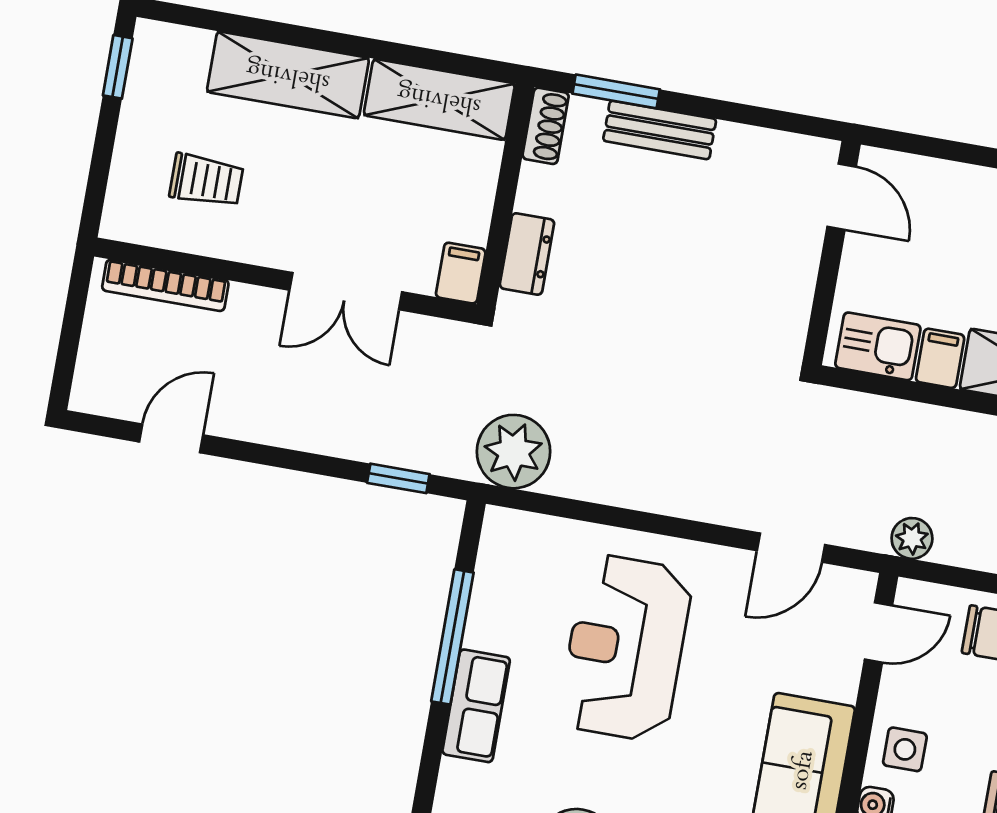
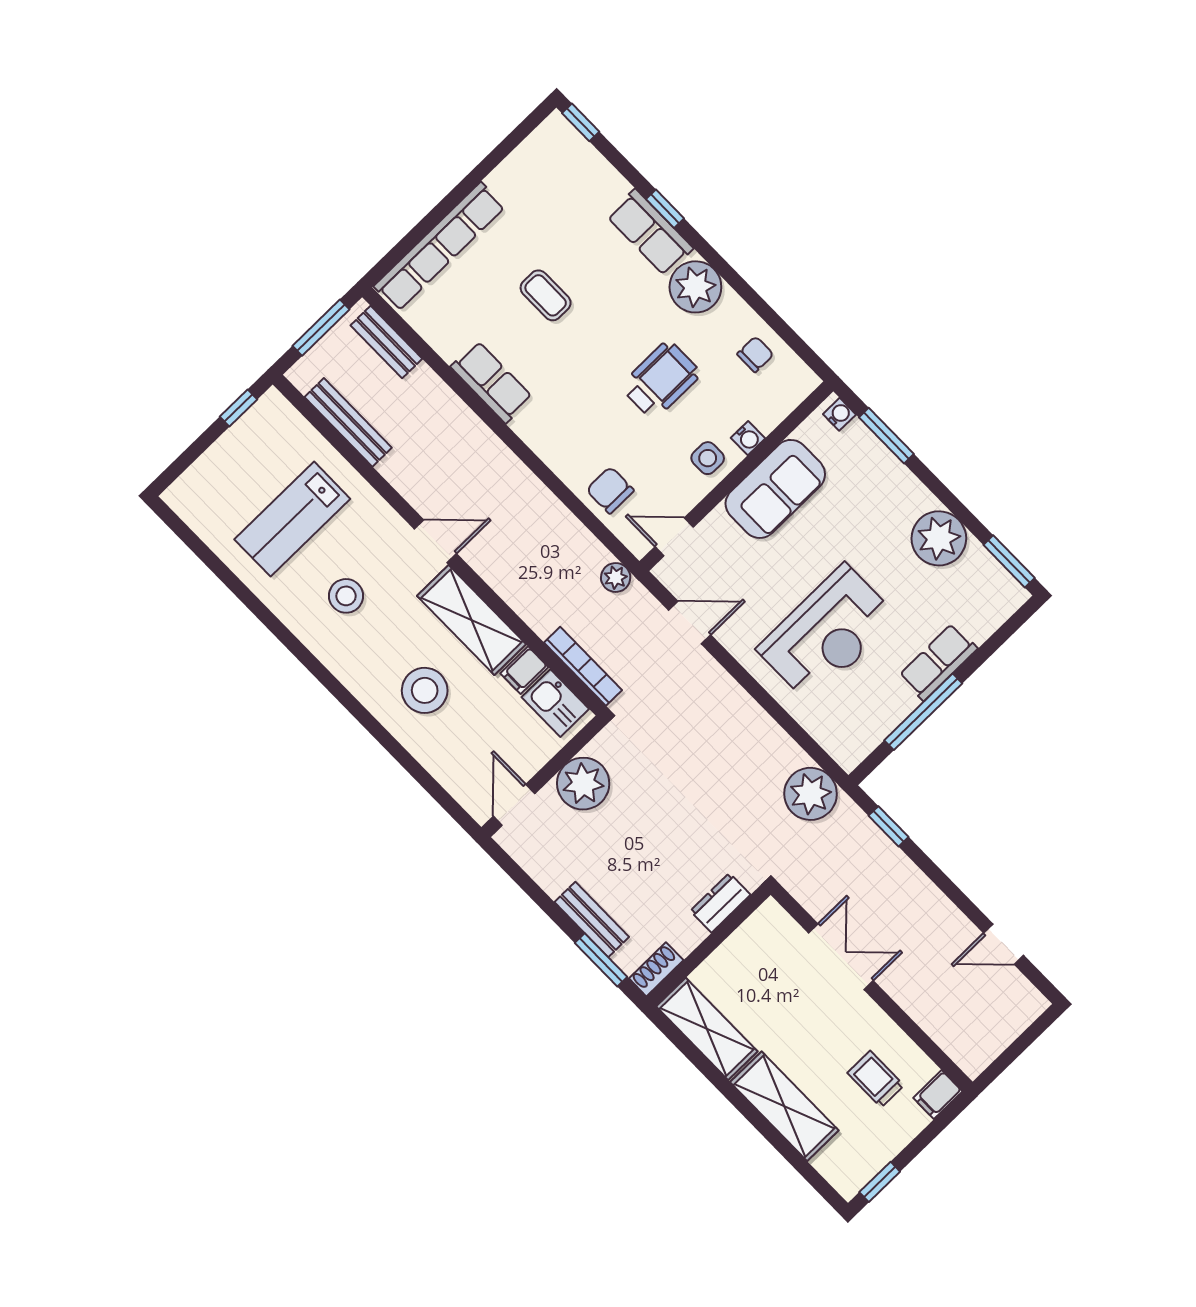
filing cabinet: (461, 273) -> (938, 1095), moved
plant: (780, 277) -> (583, 784), added
bookcase: (165, 285) -> (583, 666), moved

